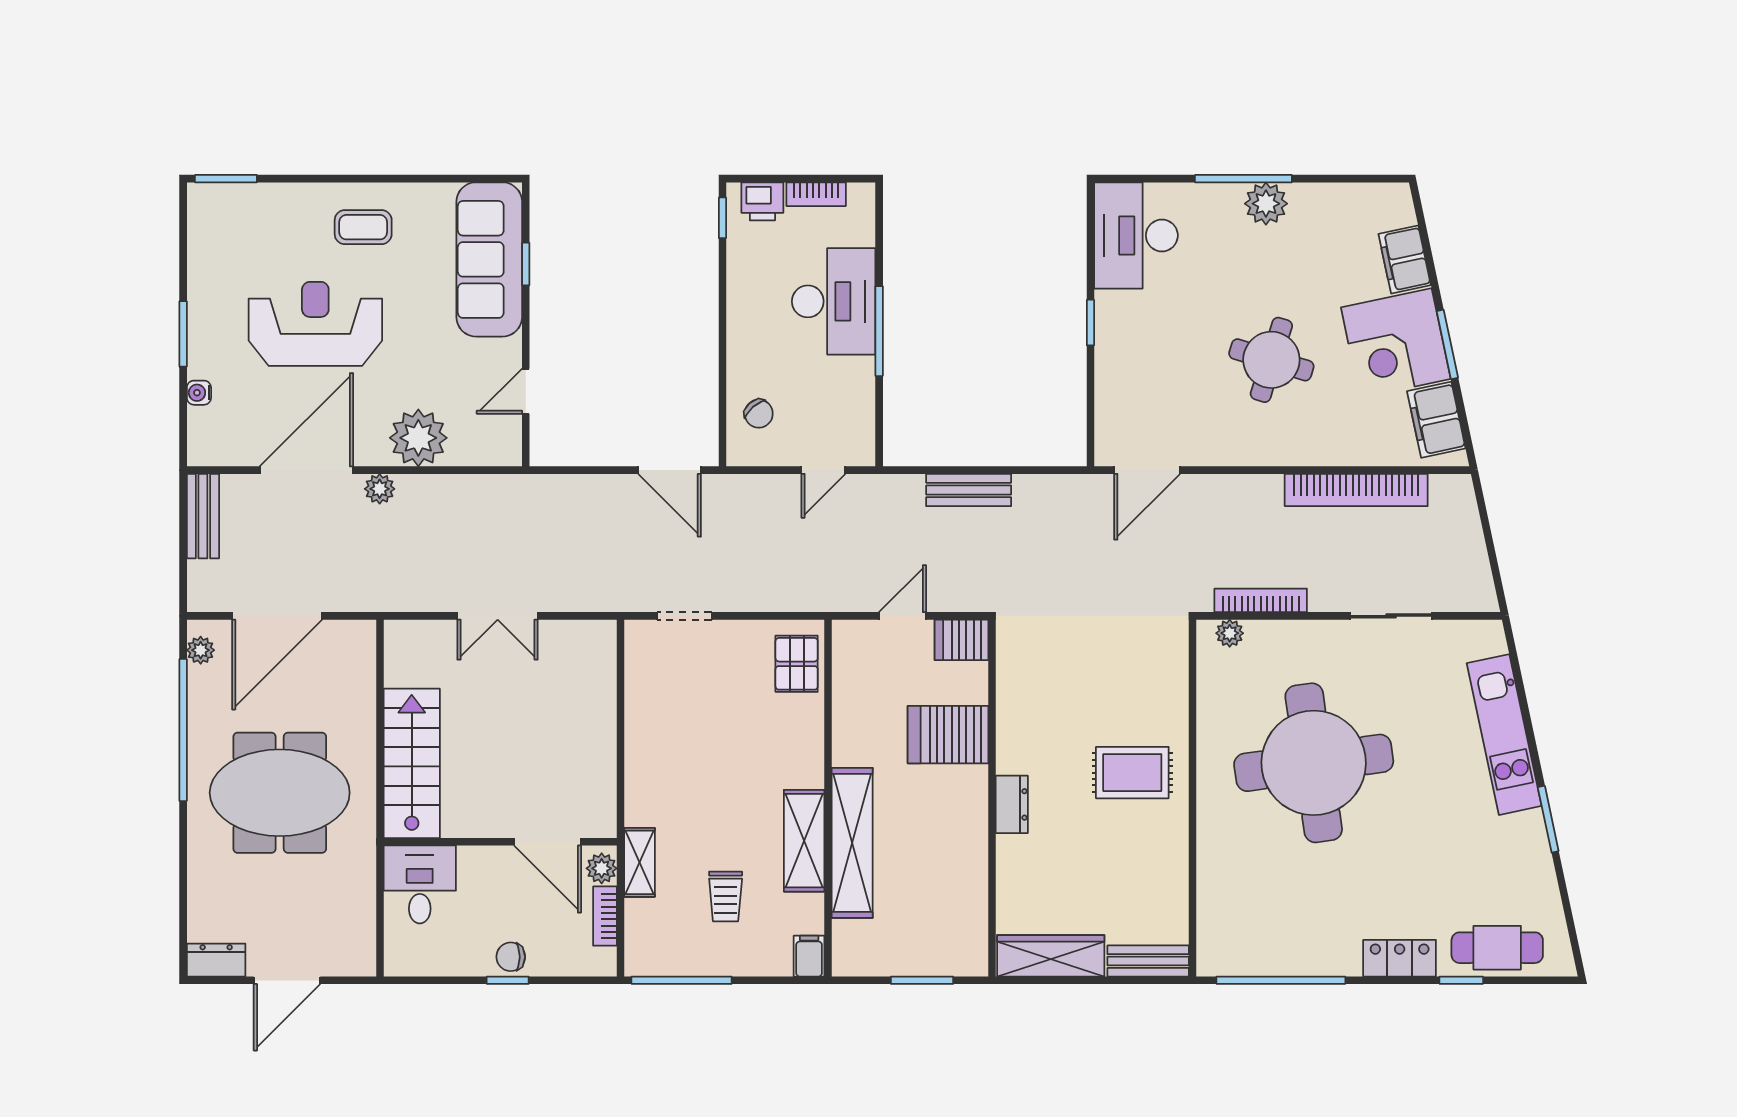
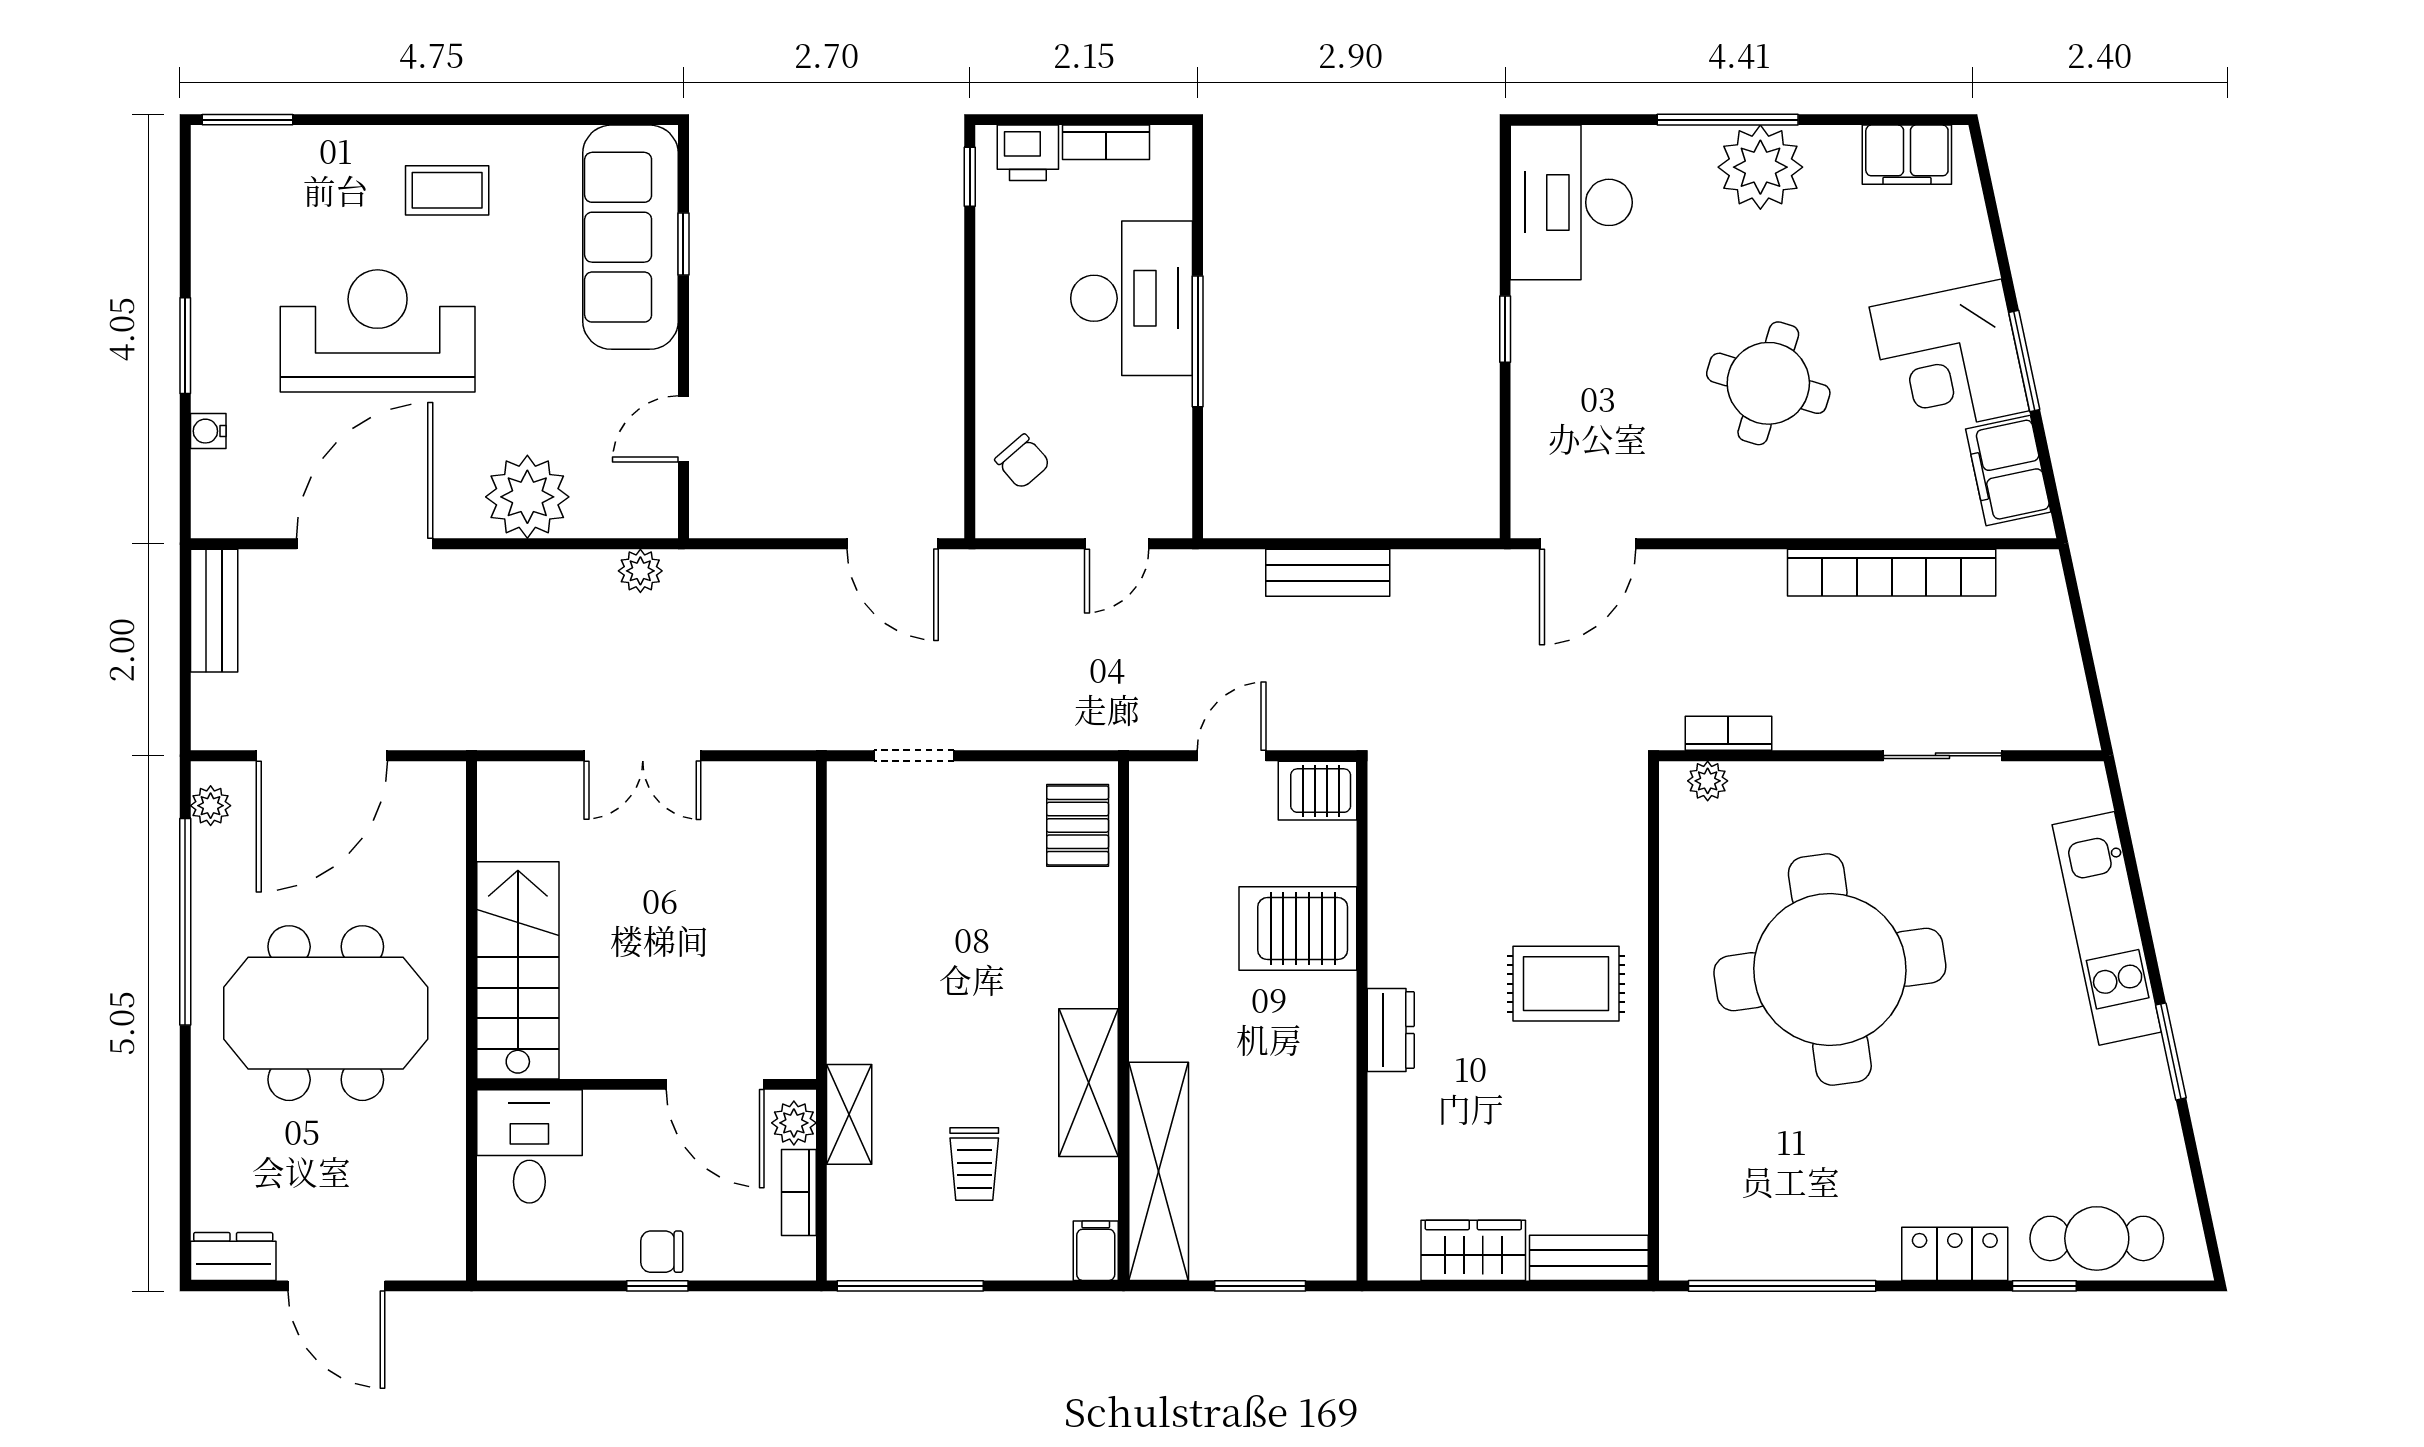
plant: (1266, 204) -> (1760, 167), width x1.36, depth x1.36
filing cabinet: (1405, 260) -> (1907, 155), moved, turned -78
plant: (380, 489) -> (640, 571), moved
bookcase: (1261, 600) -> (1728, 733), width x0.64
shelving: (852, 843) -> (1159, 1171), moved
wardrobe: (1051, 956) -> (1473, 1250), width x0.67
door: (287, 980) -> (336, 1286), hinge flipped

